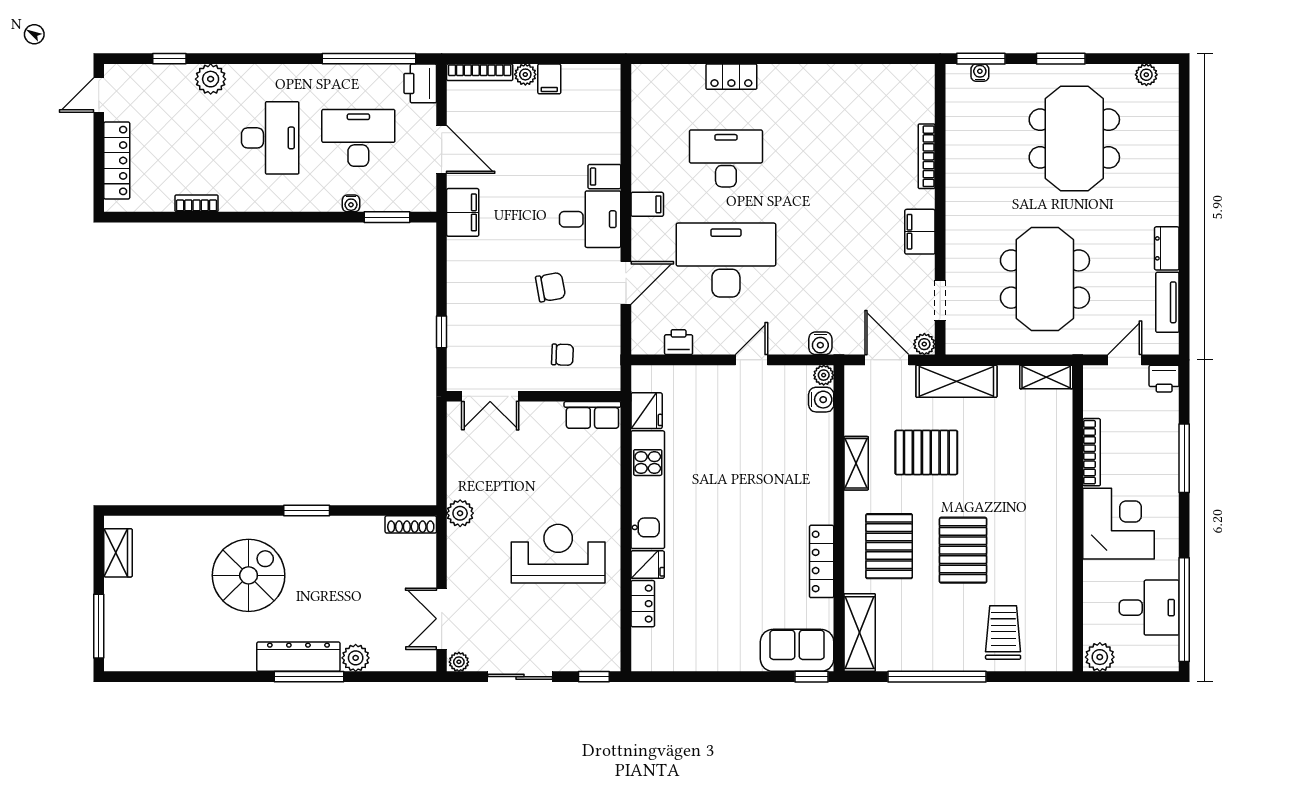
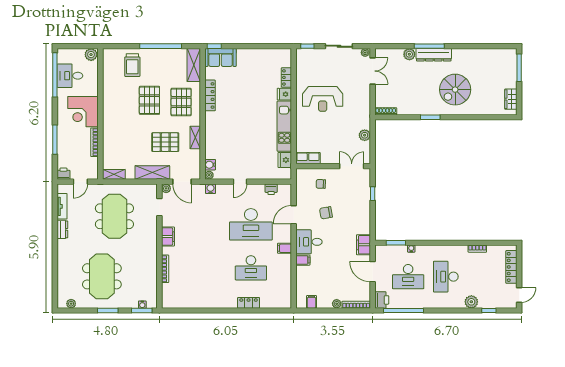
filing cabinet: (549, 79) -> (311, 302), moved
plant: (460, 513) -> (365, 135), moved

